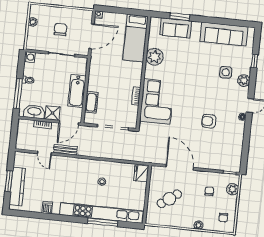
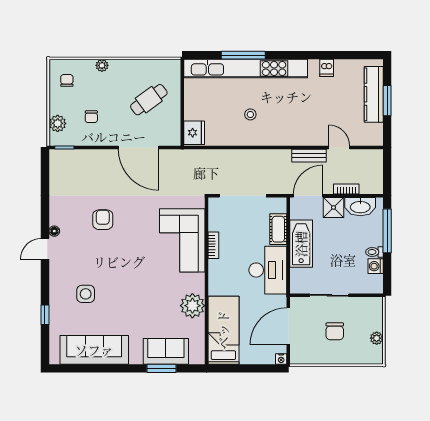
washing machine: (30, 57) -> (376, 266), moved
desk: (101, 75) -> (268, 270), added
plant: (244, 81) -> (58, 285), removed
armchair: (209, 121) -> (103, 220), turned -90

